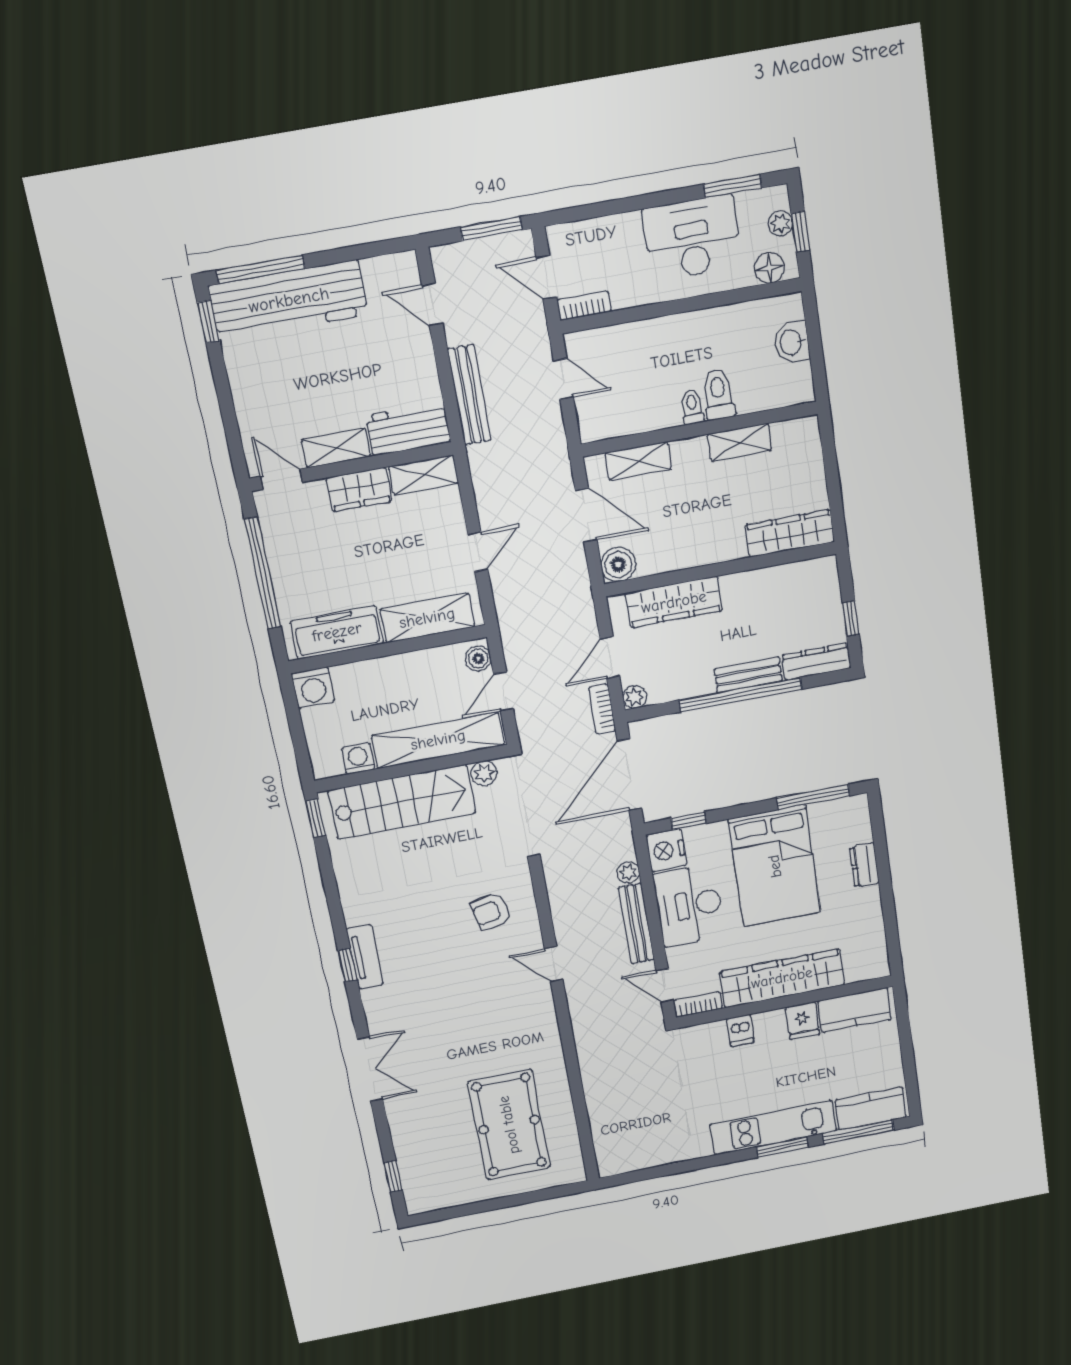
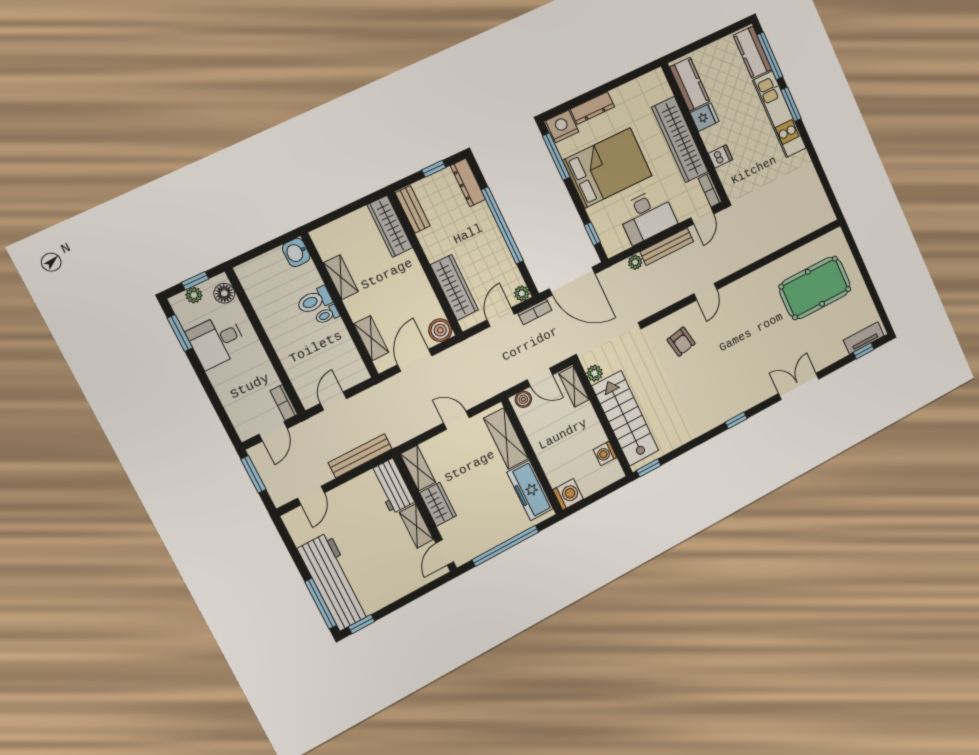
desk: (692, 238) -> (217, 341), width x0.73
washbasin: (792, 342) -> (296, 252), moved, turned 90
door: (610, 658) -> (501, 317), swing flipped
bench: (748, 675) -> (413, 209), moved
shelving: (438, 740) -> (574, 387), width x0.45, depth x0.75
nightstand: (666, 850) -> (562, 126), moved, turned 180
dresser: (864, 865) -> (592, 108), width x1.44
tv unit: (365, 957) -> (864, 338), moved

